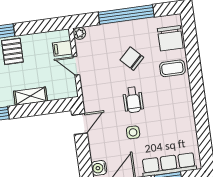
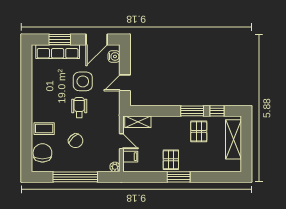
shelving: (30, 96) -> (138, 122), moved
door: (80, 124) -> (125, 83), moved
side table: (133, 132) -> (83, 81), width x1.87, depth x1.87

